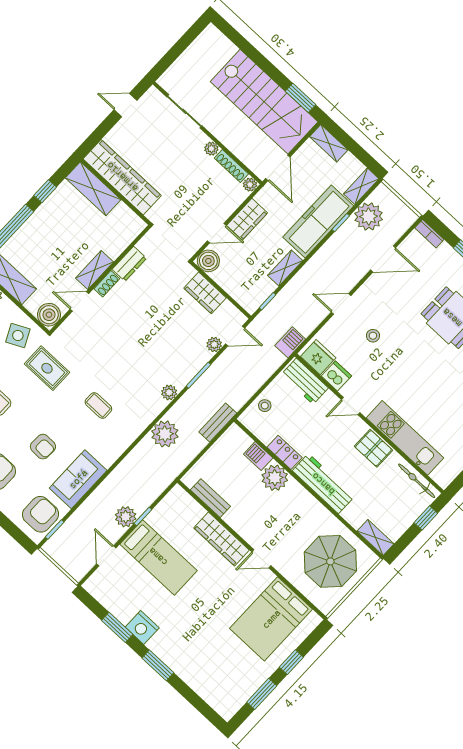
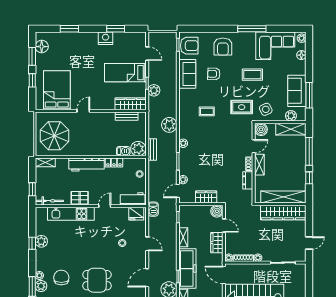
shelving: (93, 189) -> (283, 197), width x1.47
door: (217, 233) -> (224, 226), swing flipped
door: (341, 304) -> (147, 244), hinge flipped
dishwasher: (336, 376) -> (122, 213), removed
plant: (275, 478) -> (138, 149), moved
armchair: (41, 514) -> (189, 46), turned -90
plant: (126, 517) -> (154, 90), moved
wardrobe: (221, 539) -> (131, 104), moved
window: (158, 665) -> (69, 29), moved
floor lamp: (237, 695) -> (42, 47), added

